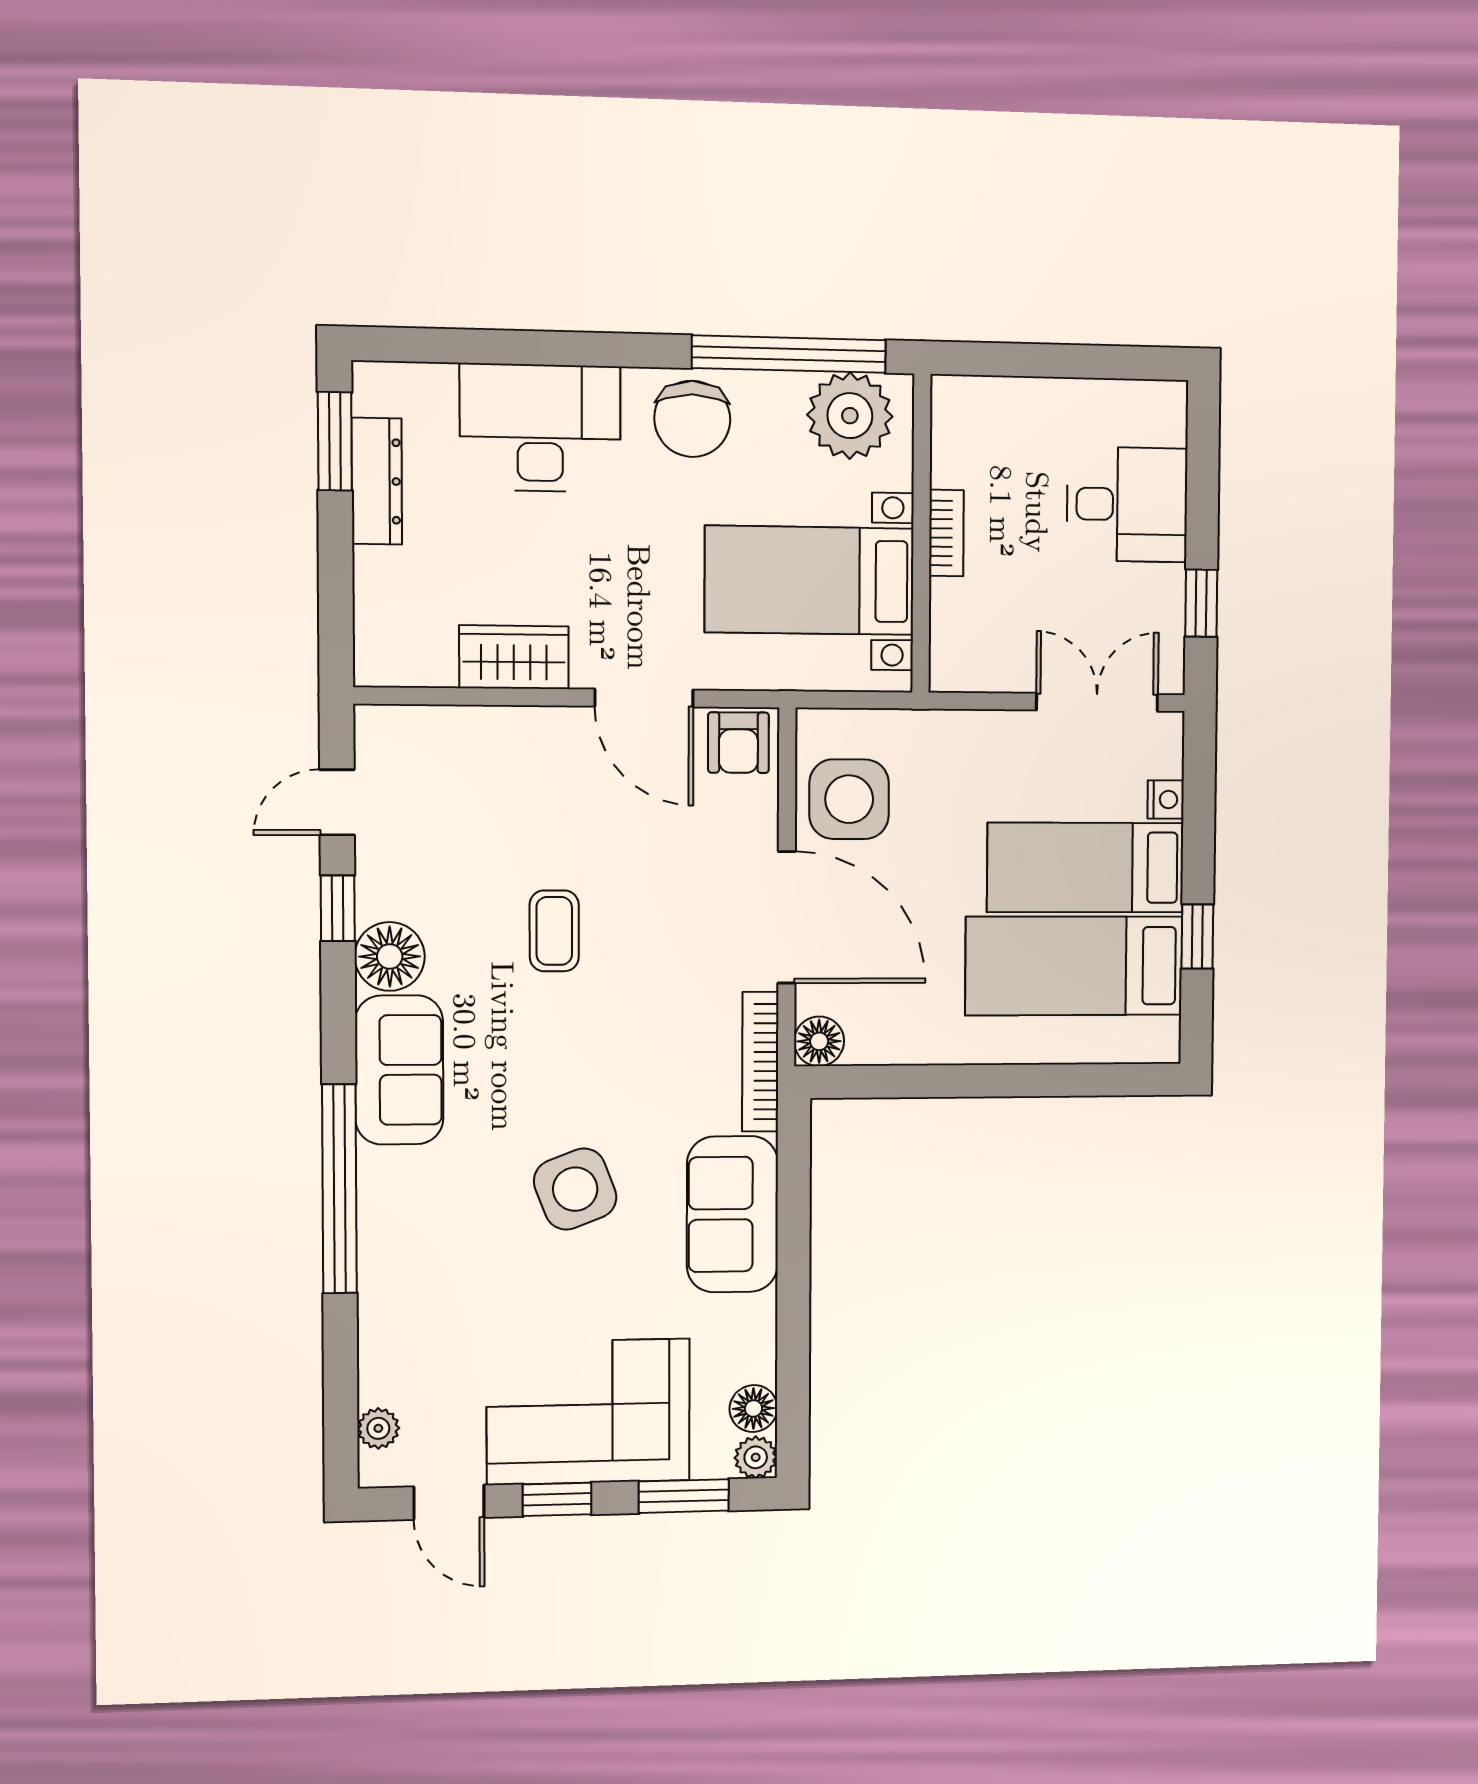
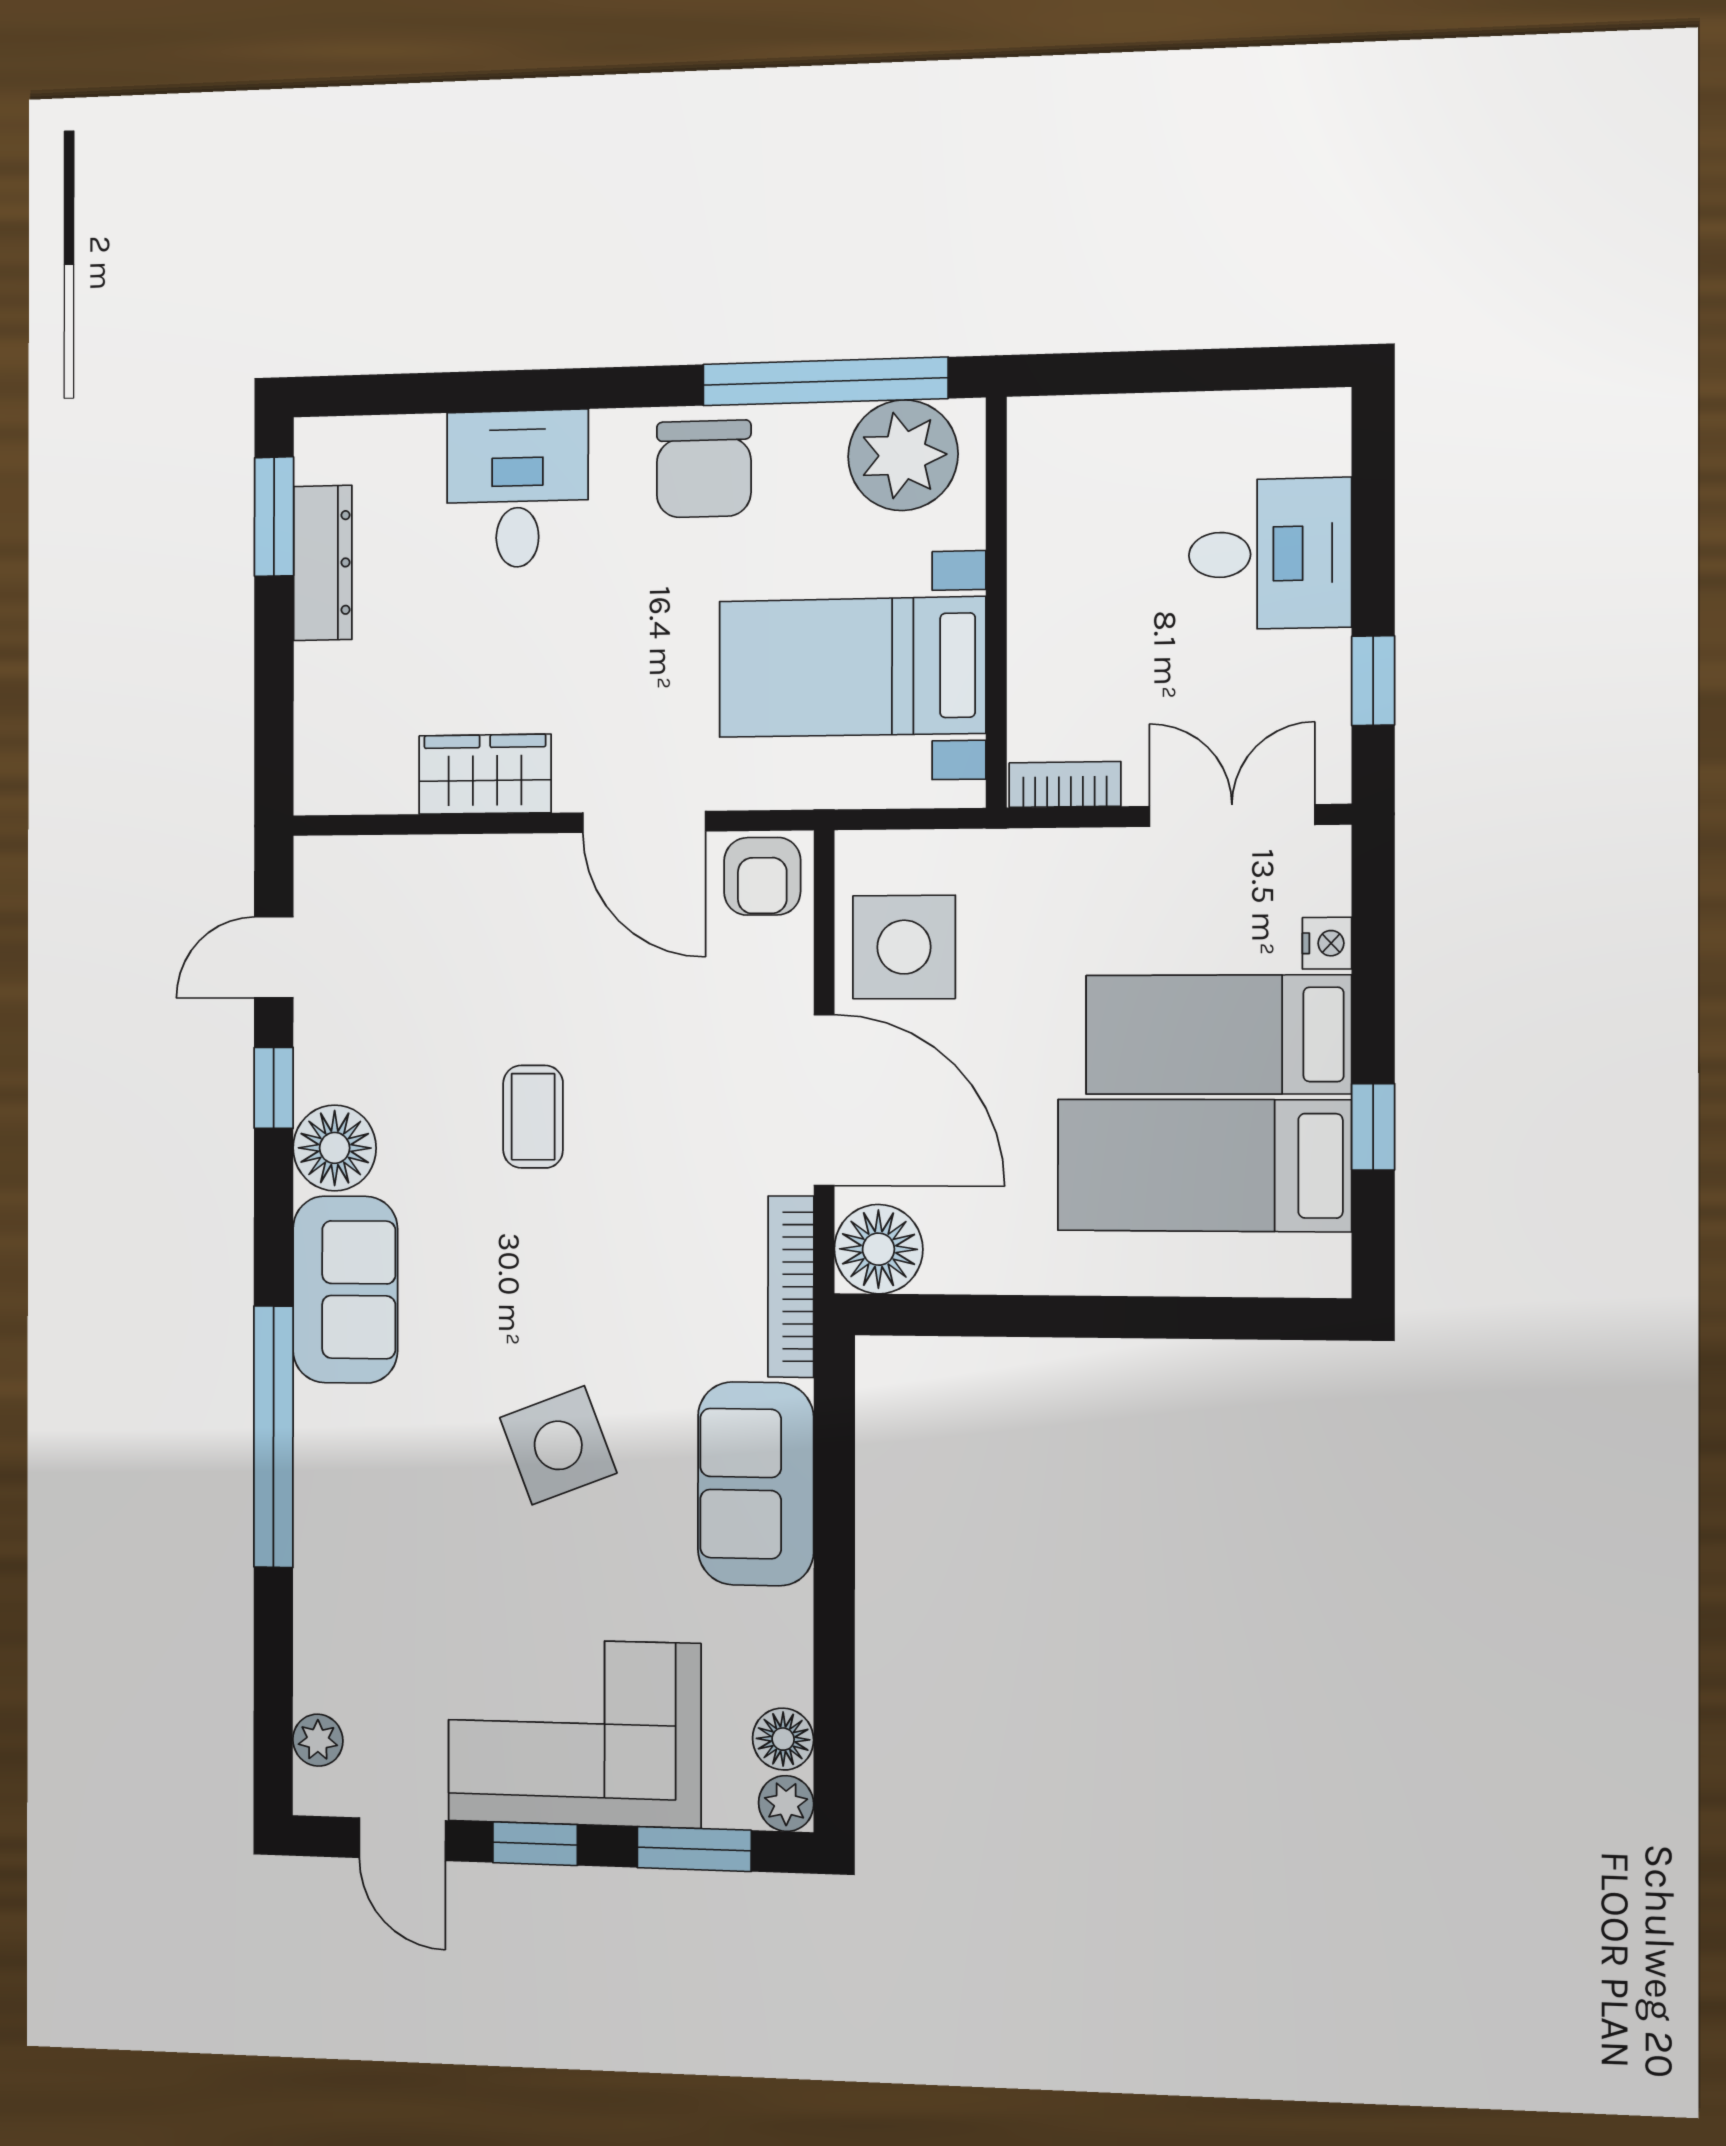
desk: (540, 428) -> (517, 489), width x0.73
bookcase: (946, 533) -> (1065, 785), moved, turned -90
floor lamp: (819, 1041) -> (878, 1249), width x1.38, depth x1.38

